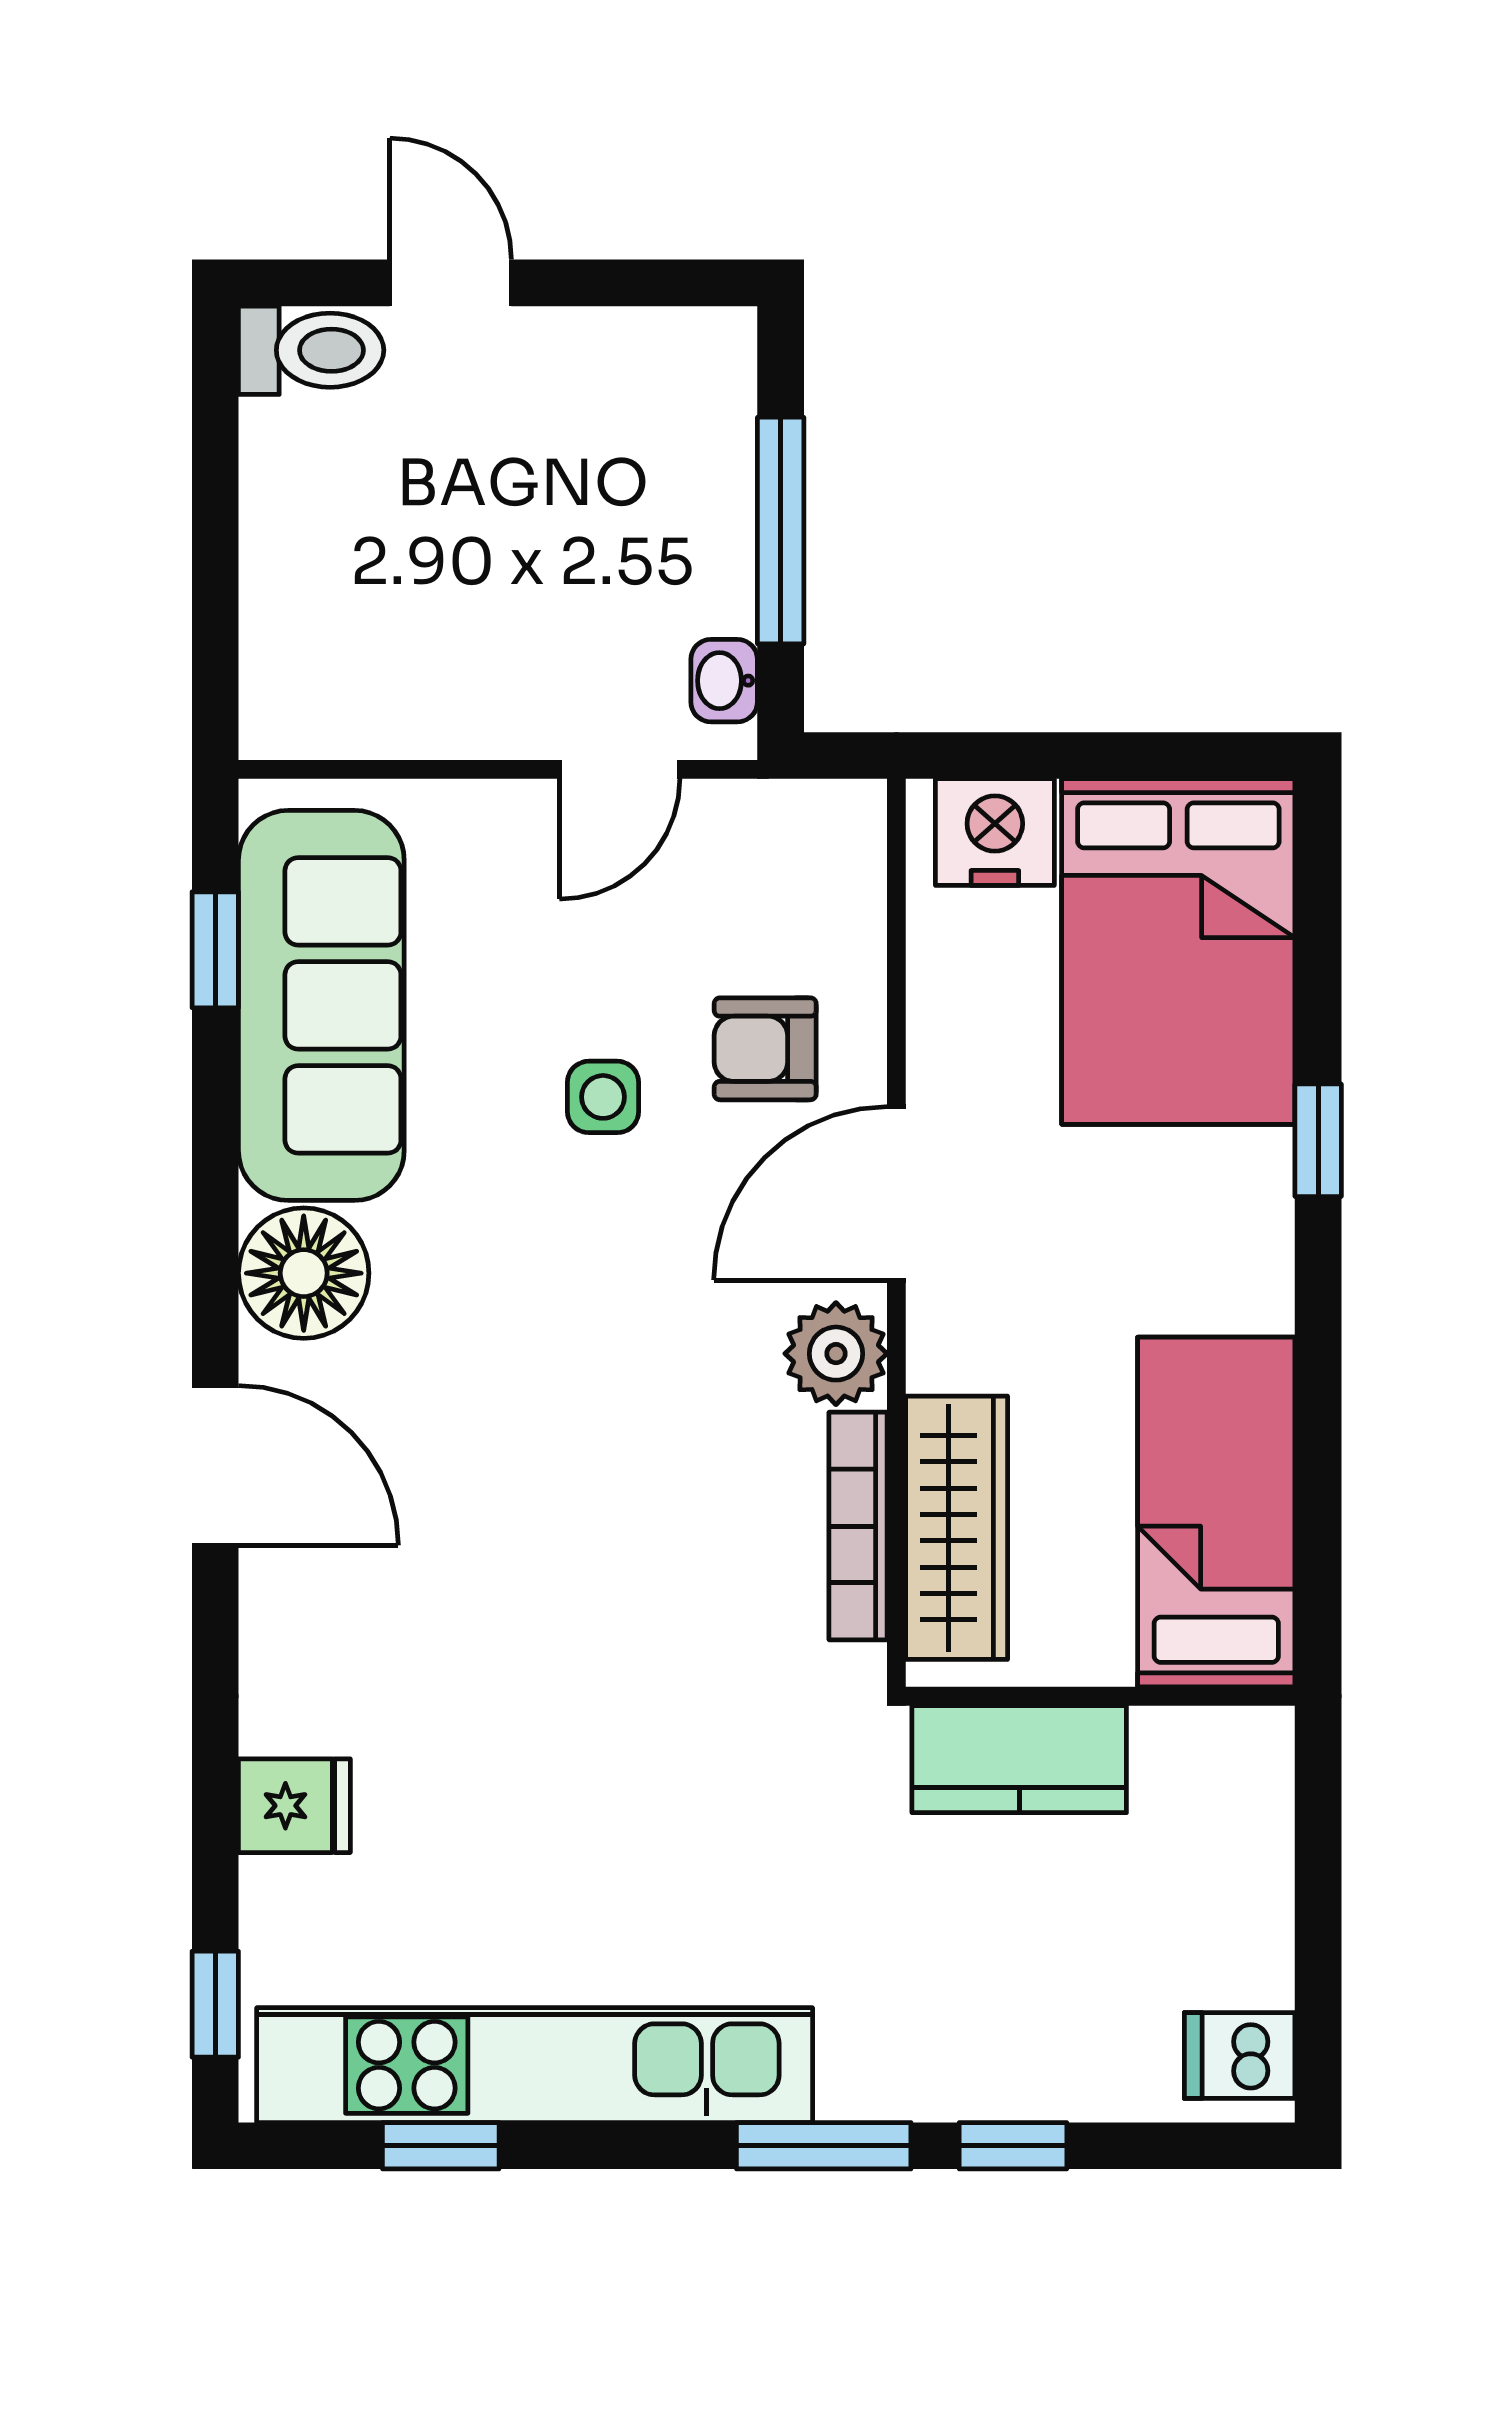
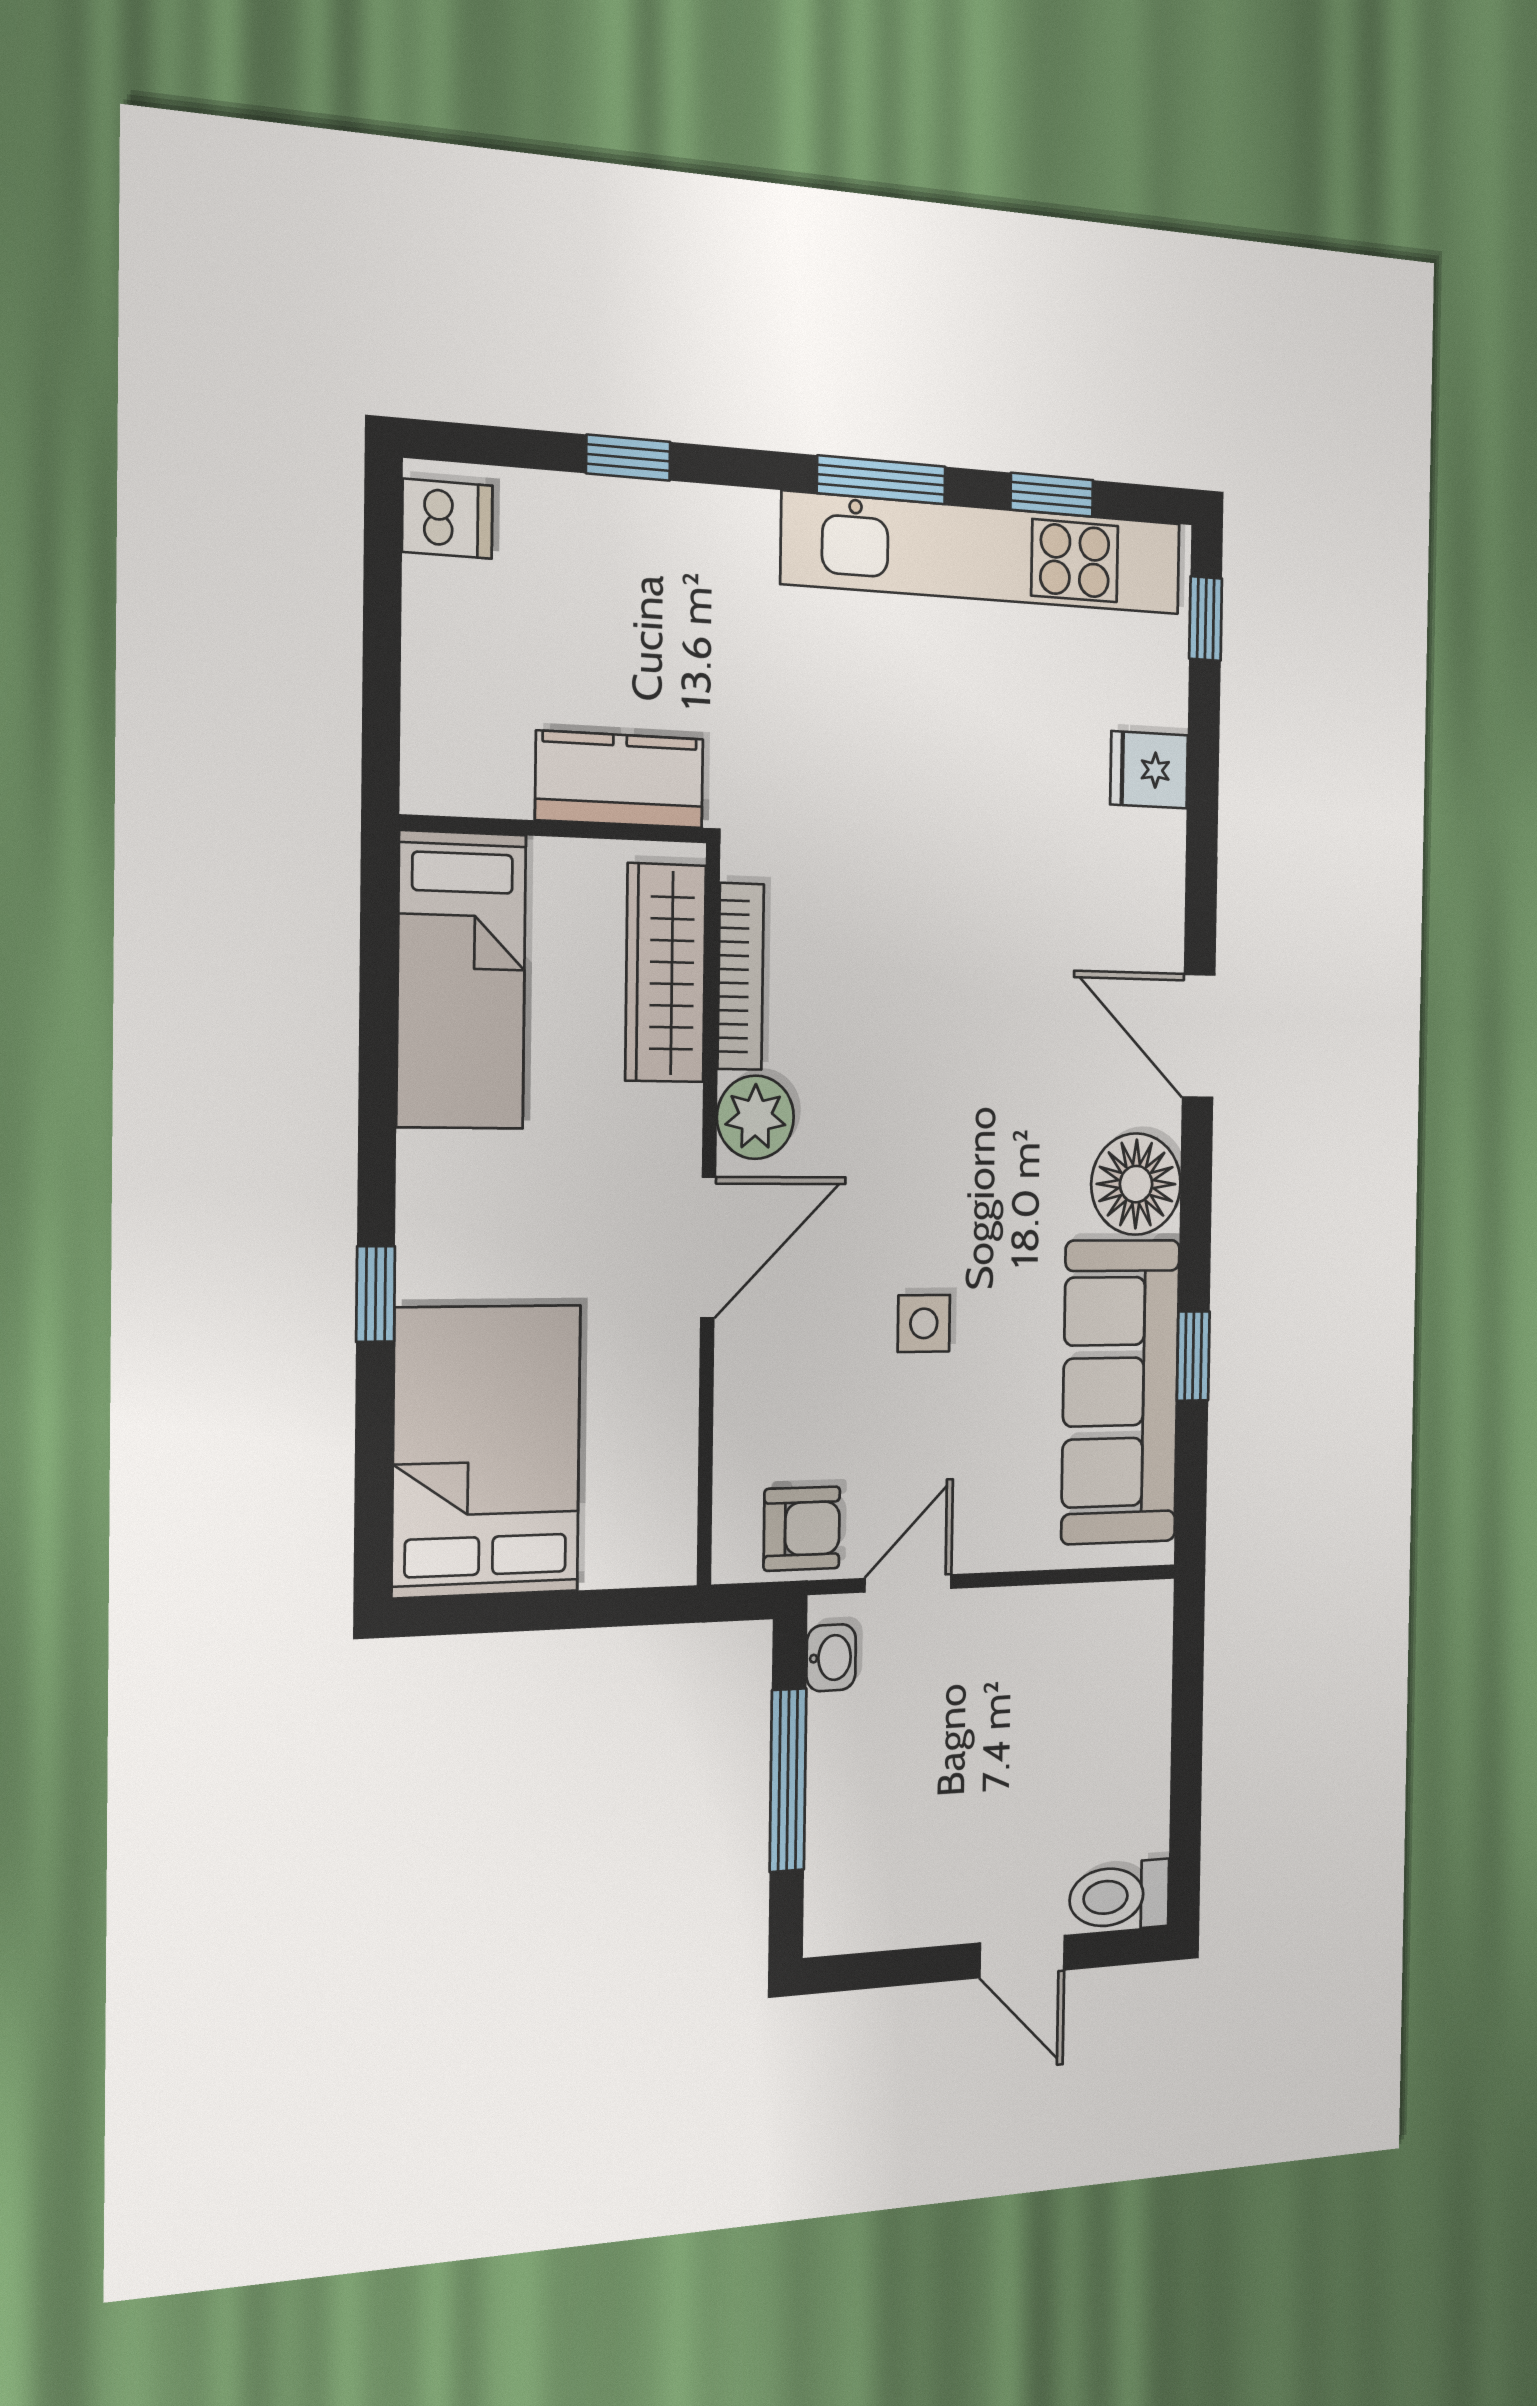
nightstand: (995, 832) -> (629, 1545), removed
window: (215, 950) -> (1193, 1356), moved
armchair: (765, 1049) -> (802, 1529), moved
window: (824, 2146) -> (881, 480), moved

